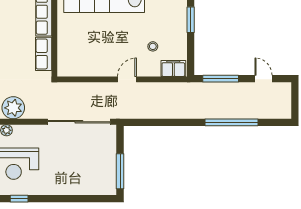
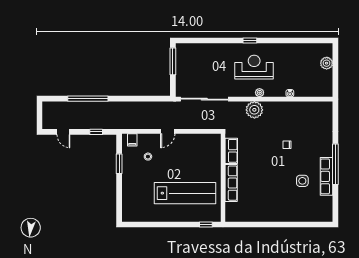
window: (191, 20) -> (119, 164), moved
filing cabinet: (173, 68) -> (132, 140), width x0.50
window: (221, 79) -> (96, 132), width x0.46

